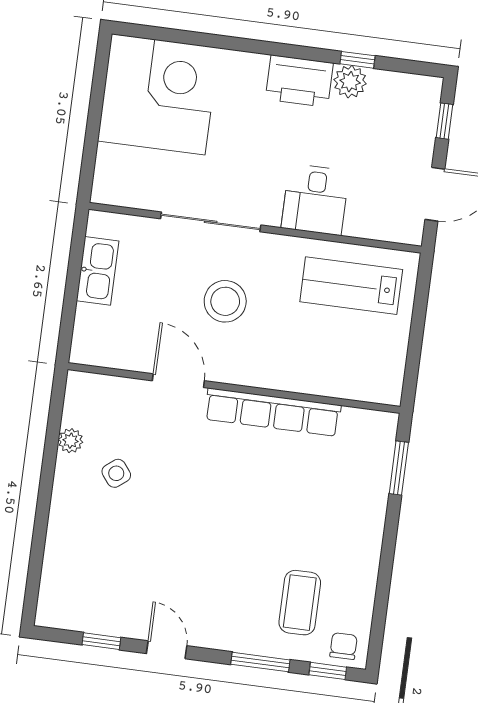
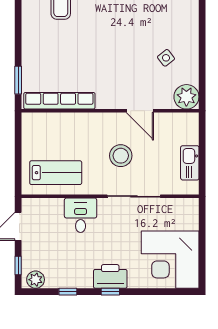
window: (278, 49) -> (110, 292), added
printer: (299, 81) -> (110, 276), moved
plant: (350, 82) -> (36, 280), moved
row of seats: (273, 412) -> (59, 101), moved
plant: (71, 441) -> (186, 97), moved, width x1.87, depth x1.87

